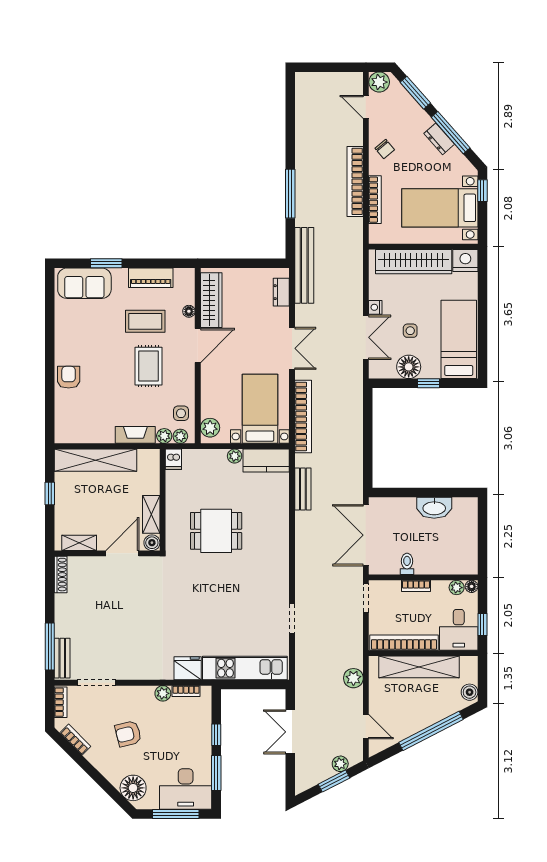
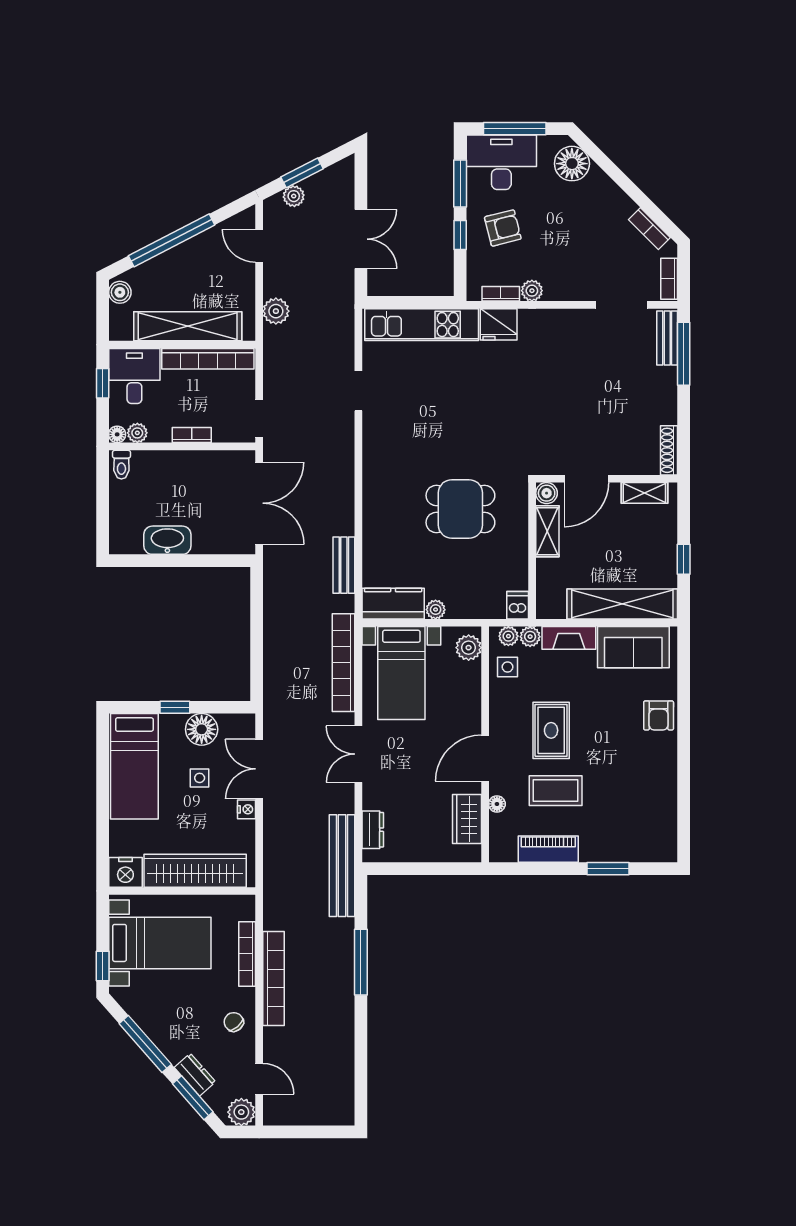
dresser: (439, 139) -> (195, 1075), moved
sofa: (84, 283) -> (633, 647), moved, turned 180
wardrobe: (211, 300) -> (467, 819), width x0.67
toilet: (407, 564) -> (121, 465), moved
armchair: (128, 734) -> (503, 228), moved

